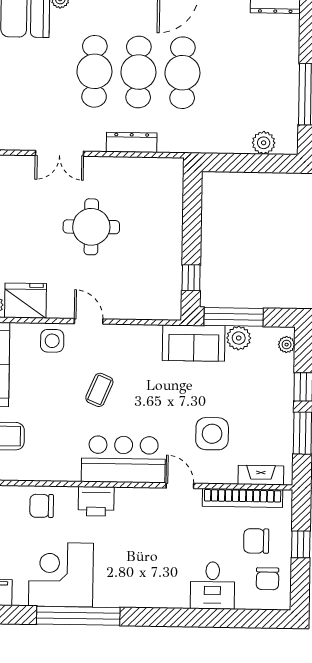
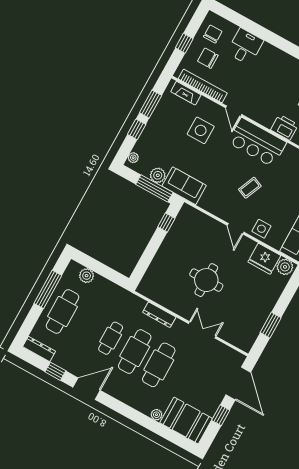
cafe table: (182, 73) -> (111, 338), width x0.73, depth x0.74
cafe table: (271, 74) -> (62, 311), added
chair: (256, 541) -> (208, 58), turned 180

